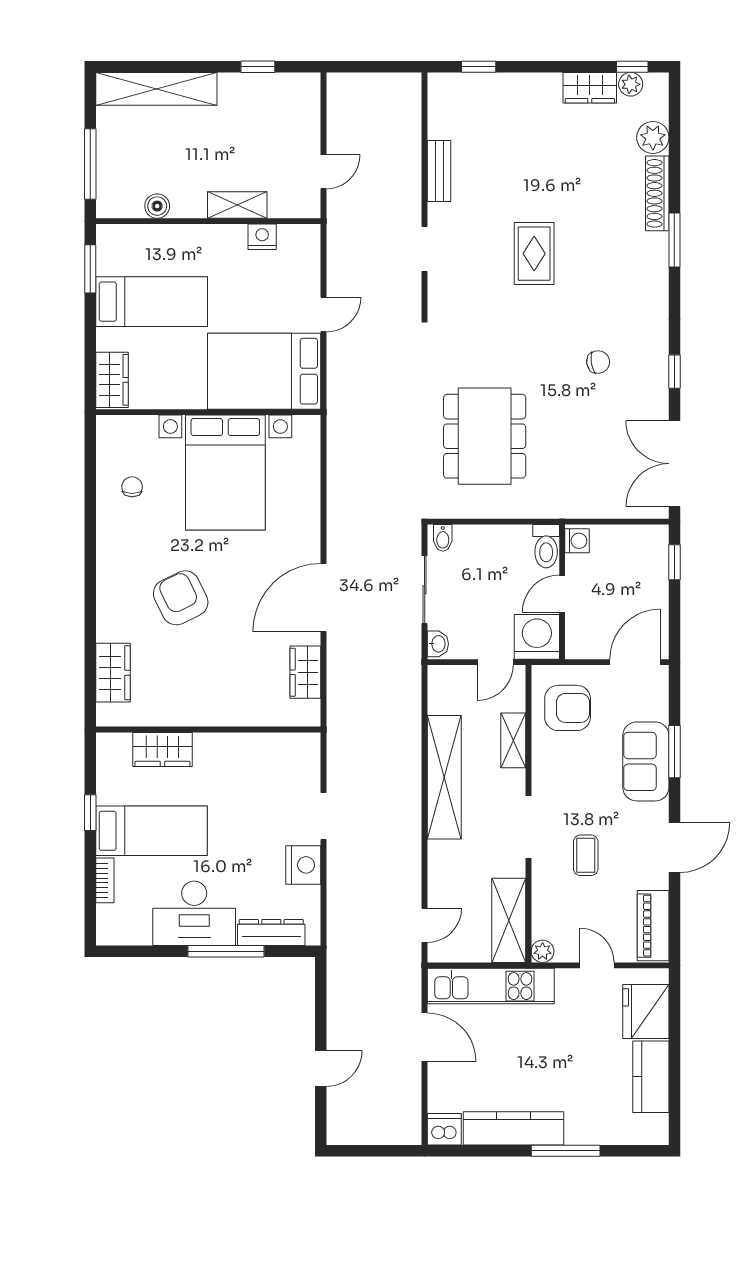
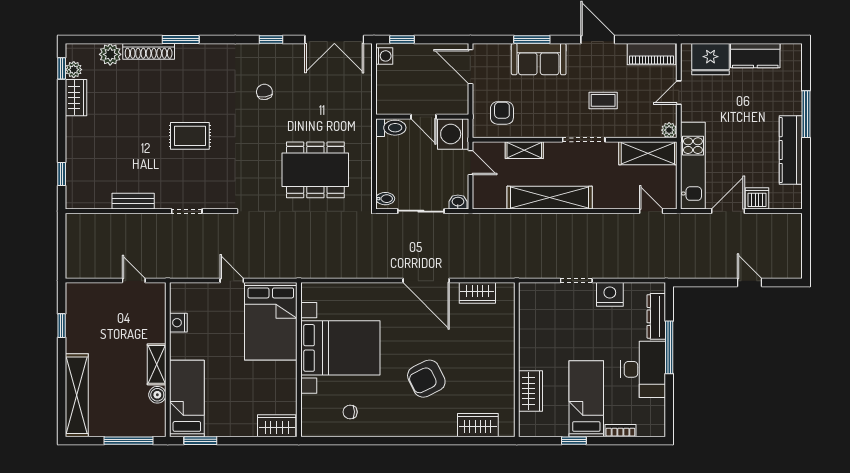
shelving: (237, 205) -> (157, 364), moved
bed: (152, 302) -> (187, 399), moved
washing machine: (577, 541) -> (384, 56), moved, turned 90
armchair: (568, 708) -> (502, 113), width x0.72, depth x0.72
dishwasher: (444, 1129) -> (757, 198), moved, turned 90

